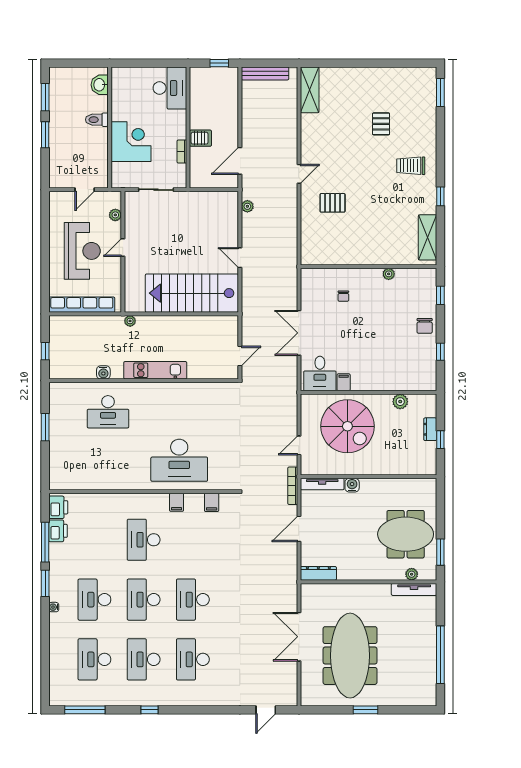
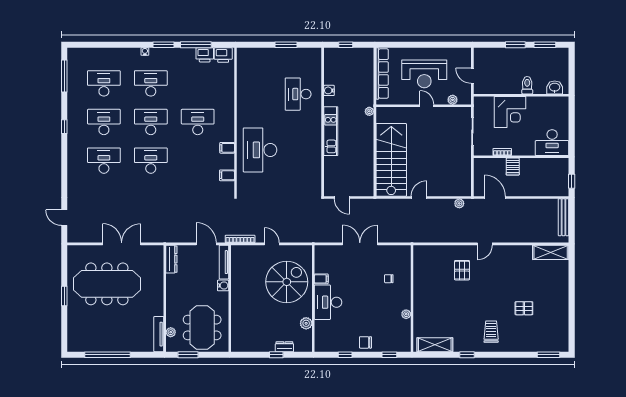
door: (299, 174) -> (485, 244), hinge flipped
desk: (320, 374) -> (328, 302), moved, width x1.37
spiral stairs: (347, 426) -> (287, 282), turned 180
wall: (369, 477) -> (230, 298), moved
tv unit: (322, 484) -> (224, 262), moved
water cooler: (352, 485) -> (223, 285), moved

